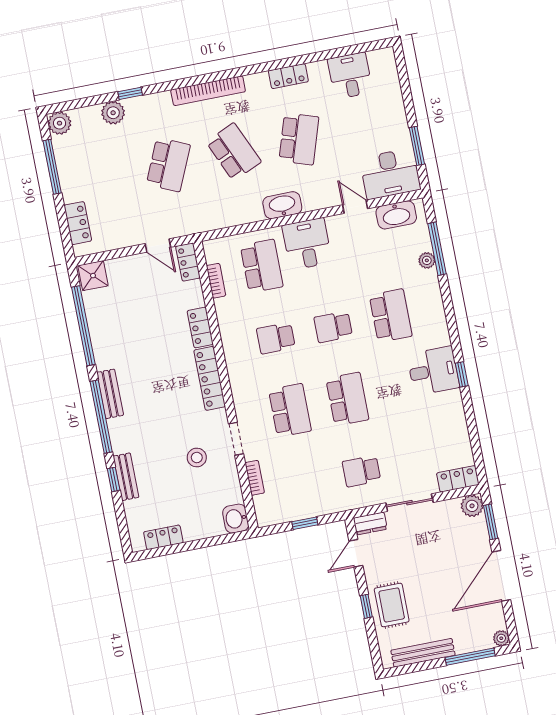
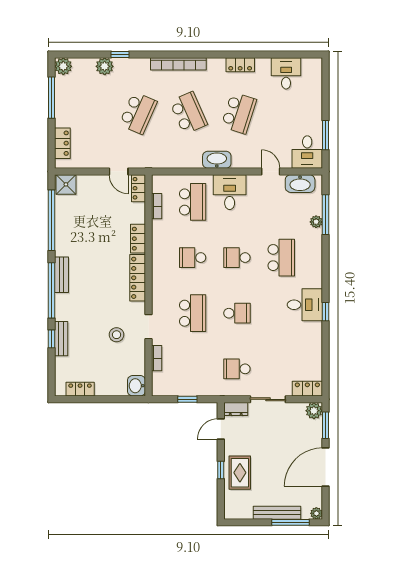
desk: (390, 174) -> (307, 152), width x0.73
school desk: (347, 399) -> (237, 313), width x0.54
bench: (423, 653) -> (277, 513), moved

